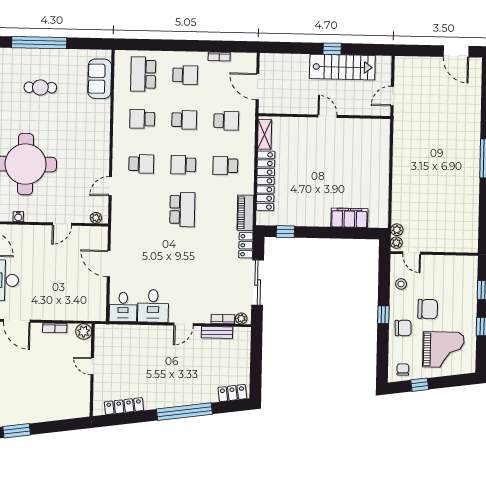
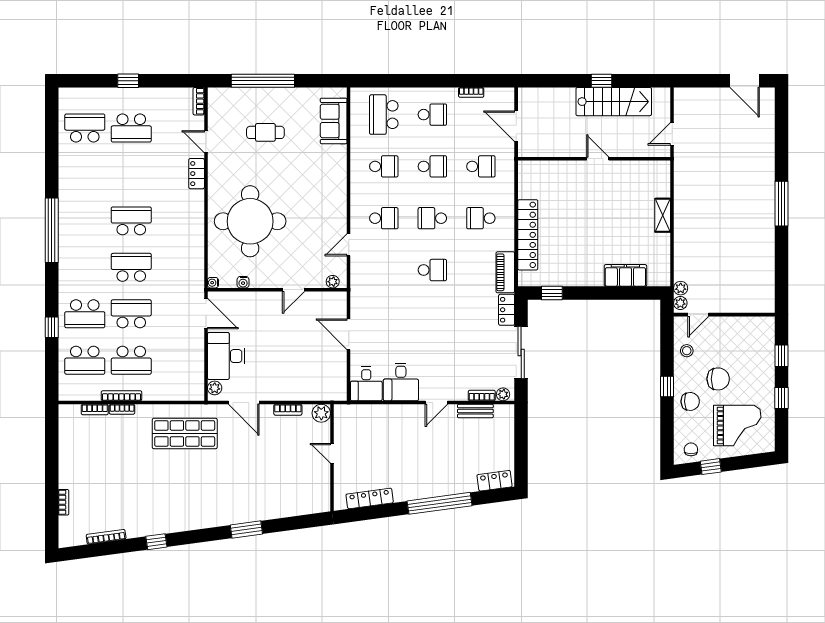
school desk: (142, 119) -> (384, 166), turned 180
shelving: (265, 134) -> (663, 215), moved
school desk: (182, 210) -> (432, 270), width x0.54
door: (412, 253) -> (698, 315), hinge flipped

